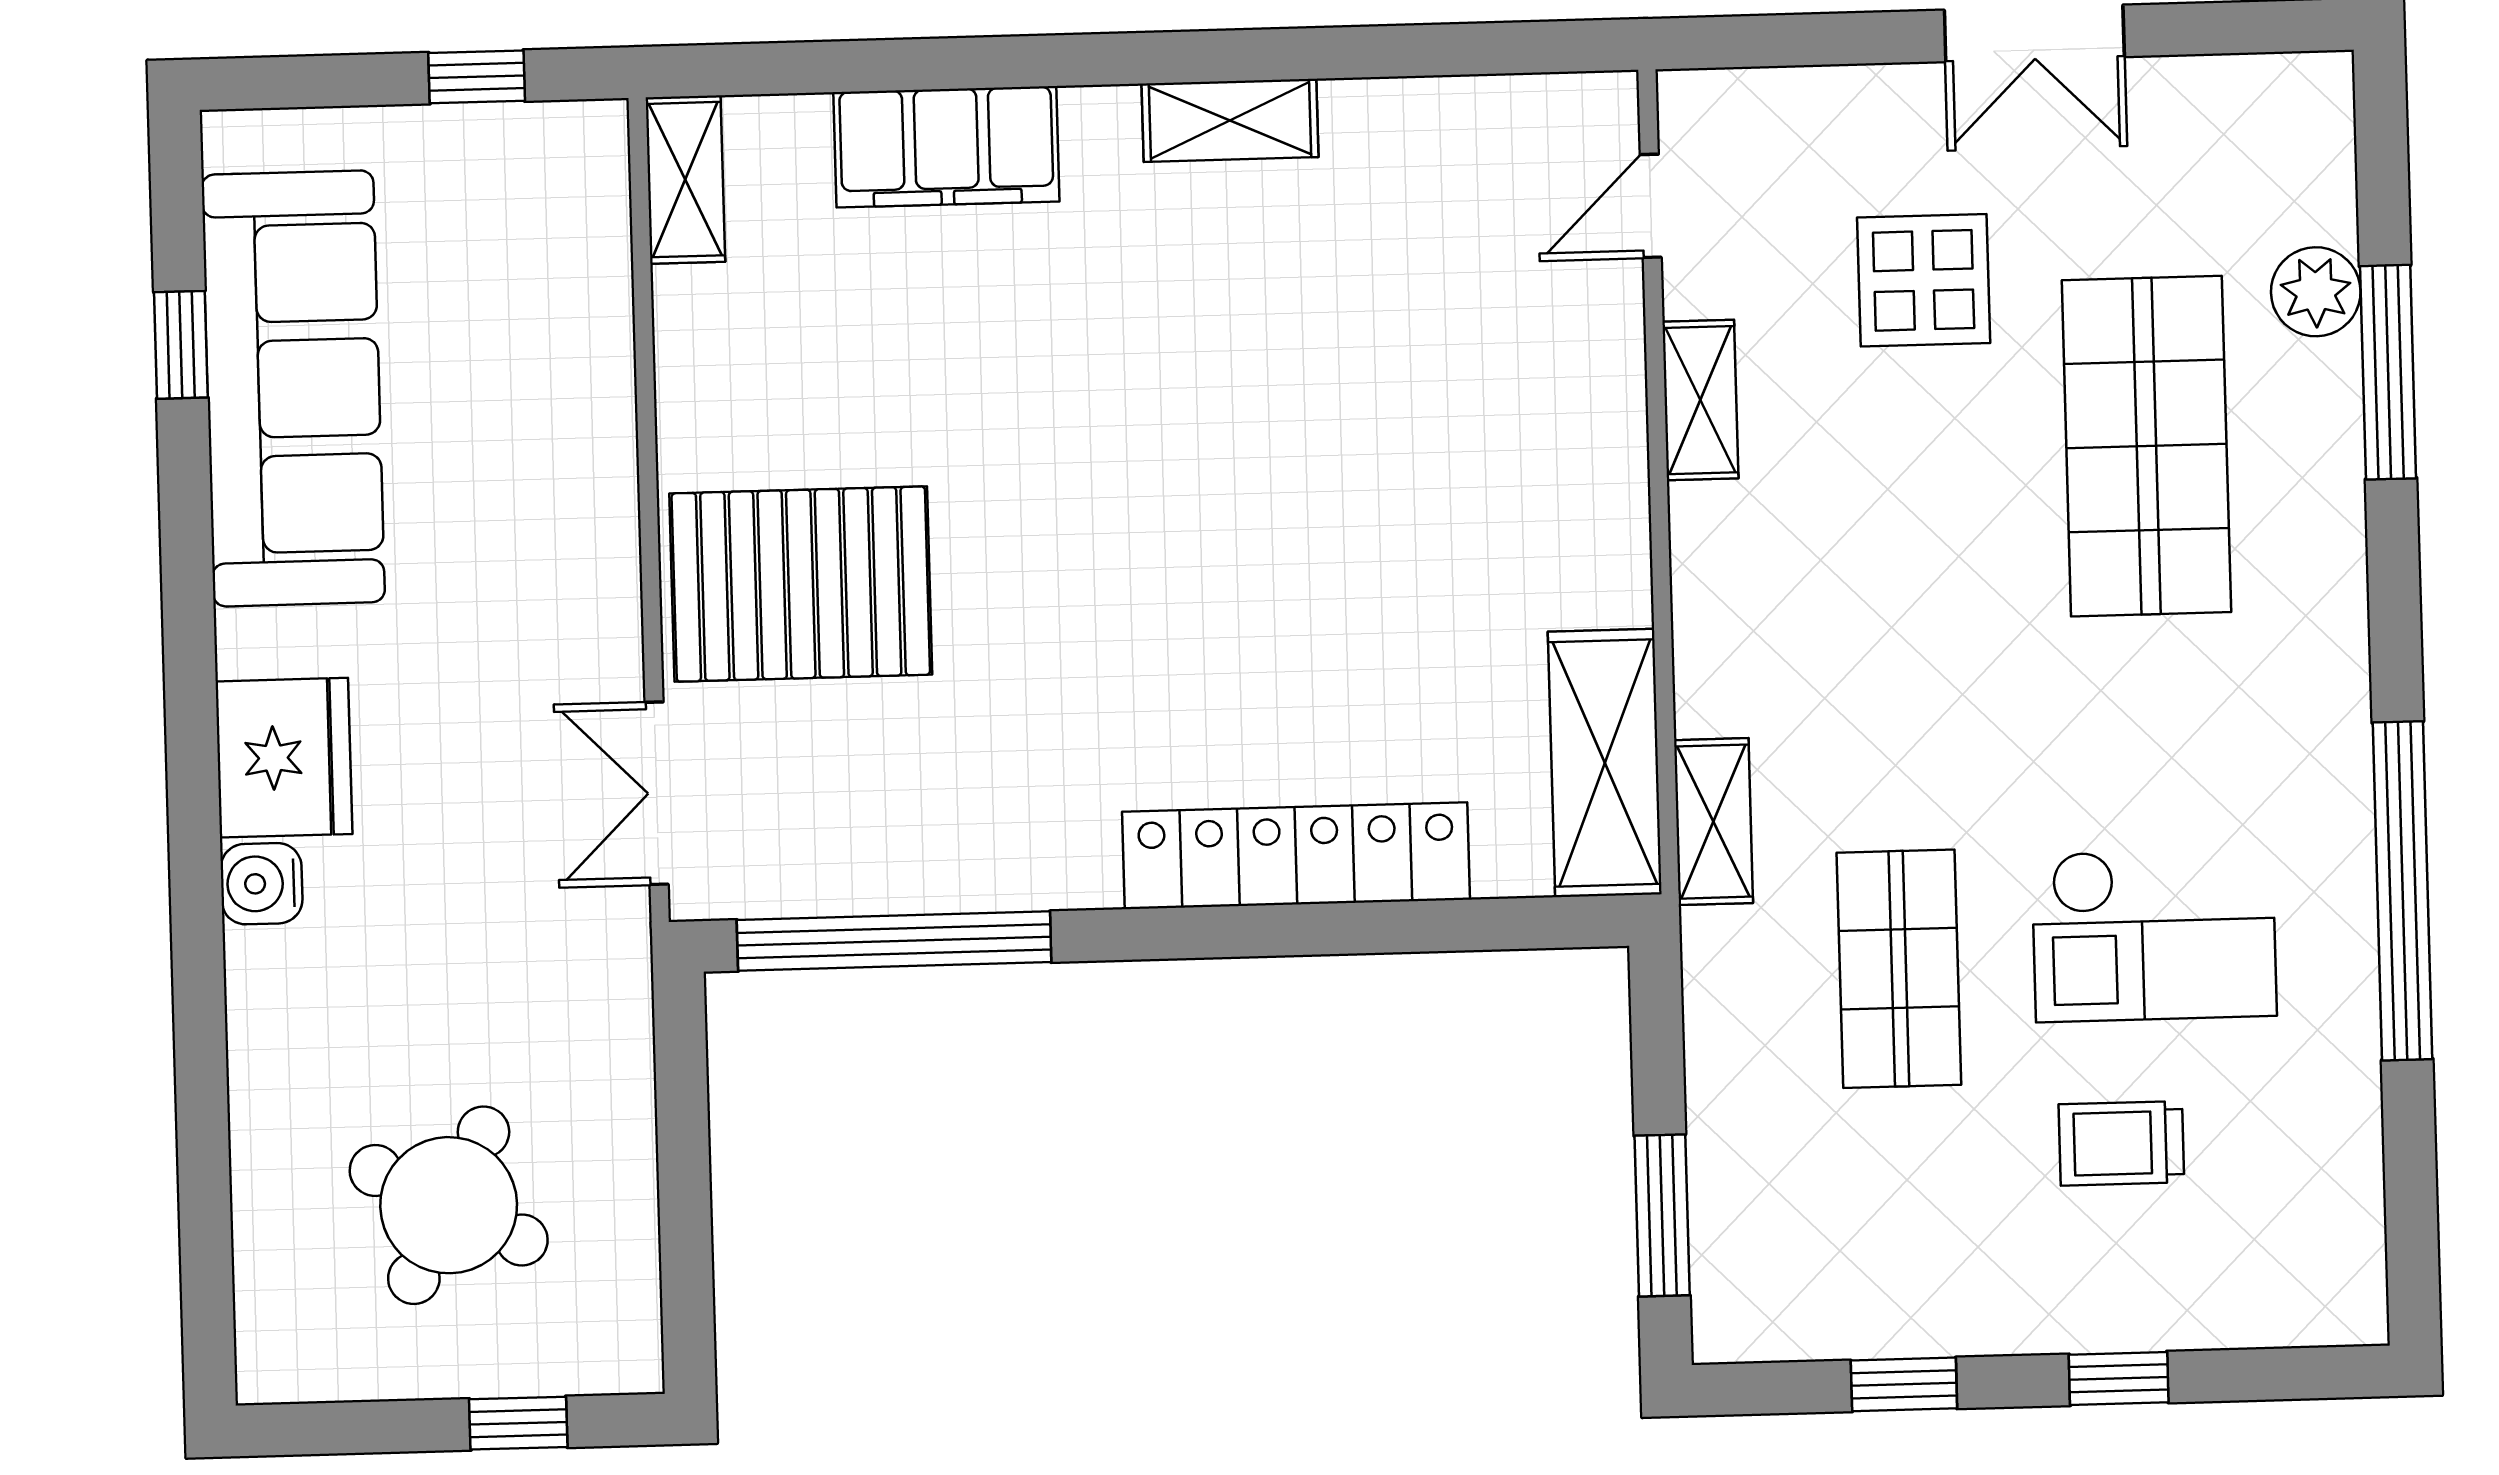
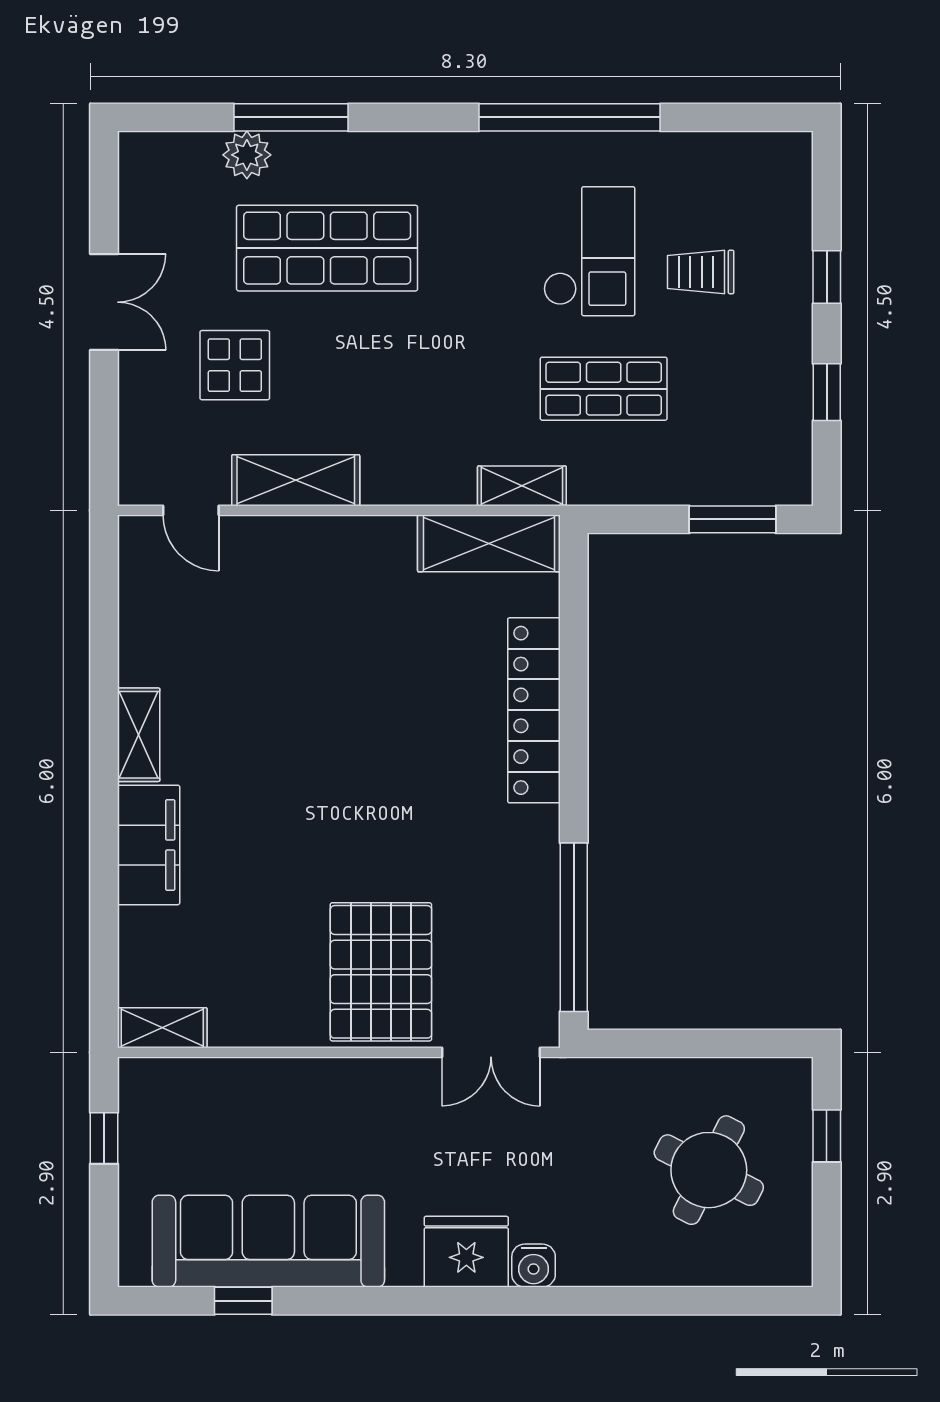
filing cabinet: (946, 147) -> (149, 845), moved
shelving: (1700, 400) -> (296, 480), width x1.50, depth x1.33
trolley: (2121, 1143) -> (701, 272), turned 90

